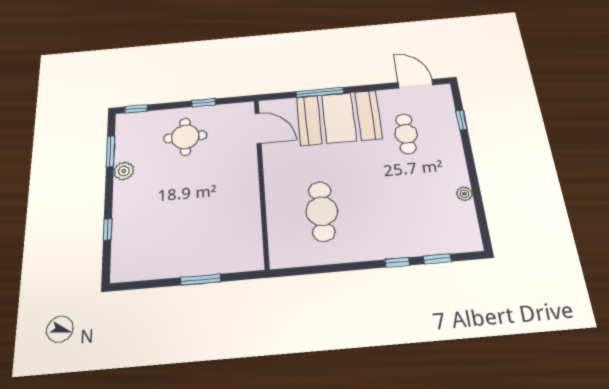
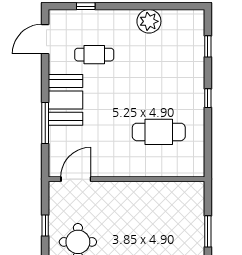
booth: (339, 118) -> (65, 100), width x0.73, depth x0.70
plant: (464, 194) -> (149, 21), width x1.87, depth x1.87
window: (397, 262) -> (208, 98), moved

